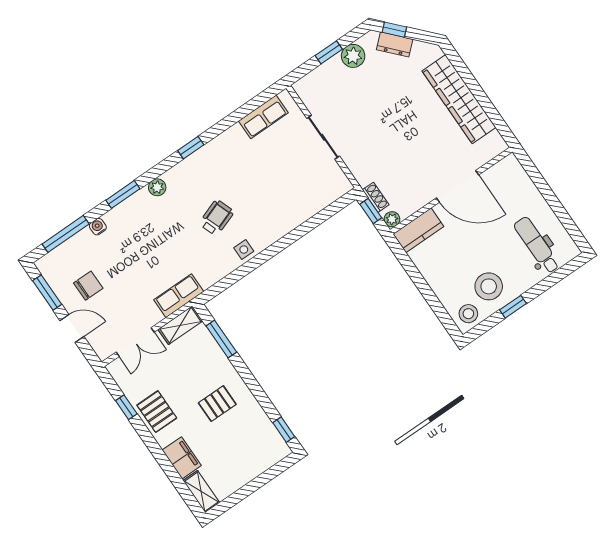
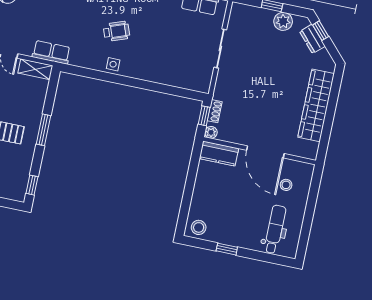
stool: (489, 286) -> (286, 185), moved, width x0.53, depth x0.53
window: (221, 339) -> (44, 130), moved

